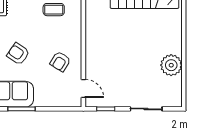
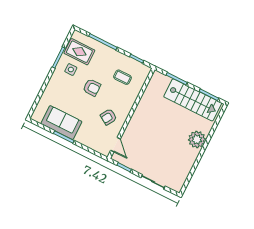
armchair: (18, 54) -> (92, 87), moved, turned 146
plant: (171, 65) -> (197, 139), moved

